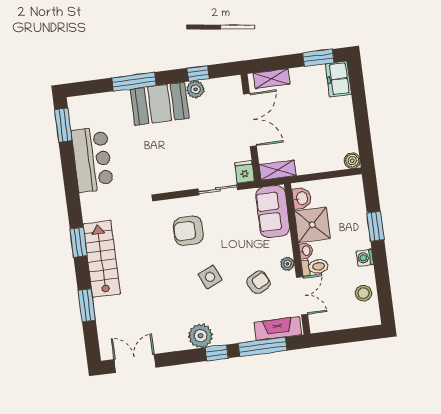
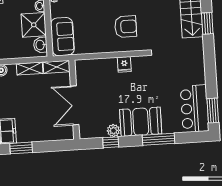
shelving: (272, 79) -> (30, 69), moved
bar counter: (92, 159) -> (195, 109), moved
fridge: (245, 172) -> (124, 64), moved
sliding door: (218, 189) -> (102, 56), removed

